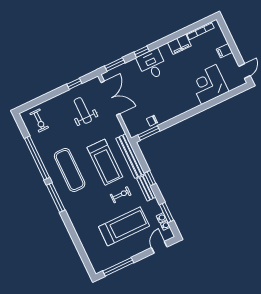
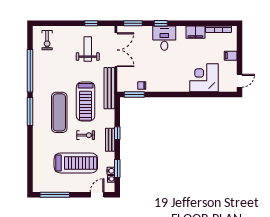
bench: (130, 156) -> (109, 88), moved
exercise mat: (70, 170) -> (59, 112), moved

